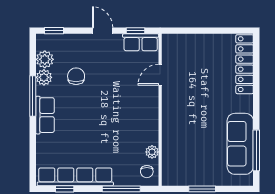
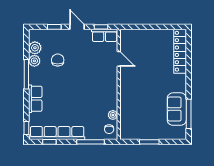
window: (54, 31) -> (54, 27), moved
door: (160, 75) -> (119, 59), swing flipped
row of seats: (45, 115) -> (35, 99), moved
sofa: (240, 144) -> (177, 109), width x0.73
window: (33, 170) -> (26, 128), added

